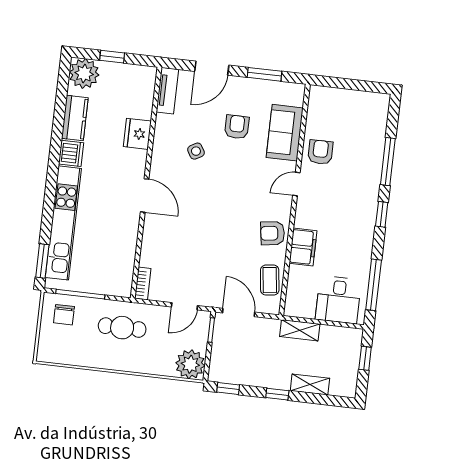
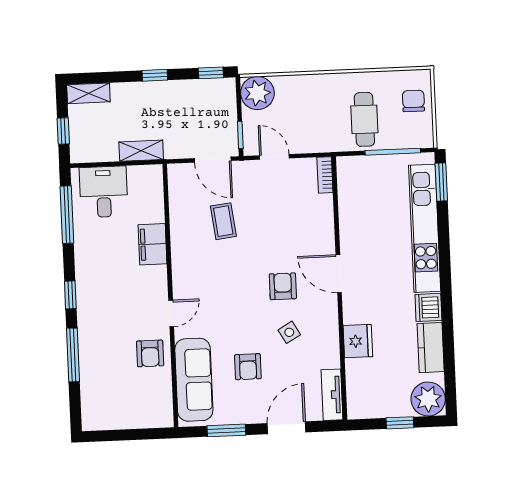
sofa: (285, 133) -> (194, 380), width x1.36
armchair: (273, 233) -> (283, 286), moved, turned -82
coffee table: (270, 280) -> (223, 221), moved
door: (184, 306) -> (274, 157), hinge flipped
chair: (64, 315) -> (413, 101), moved
cafe table: (122, 328) -> (364, 119), moved, turned 90
shelving: (310, 384) -> (88, 93), moved

